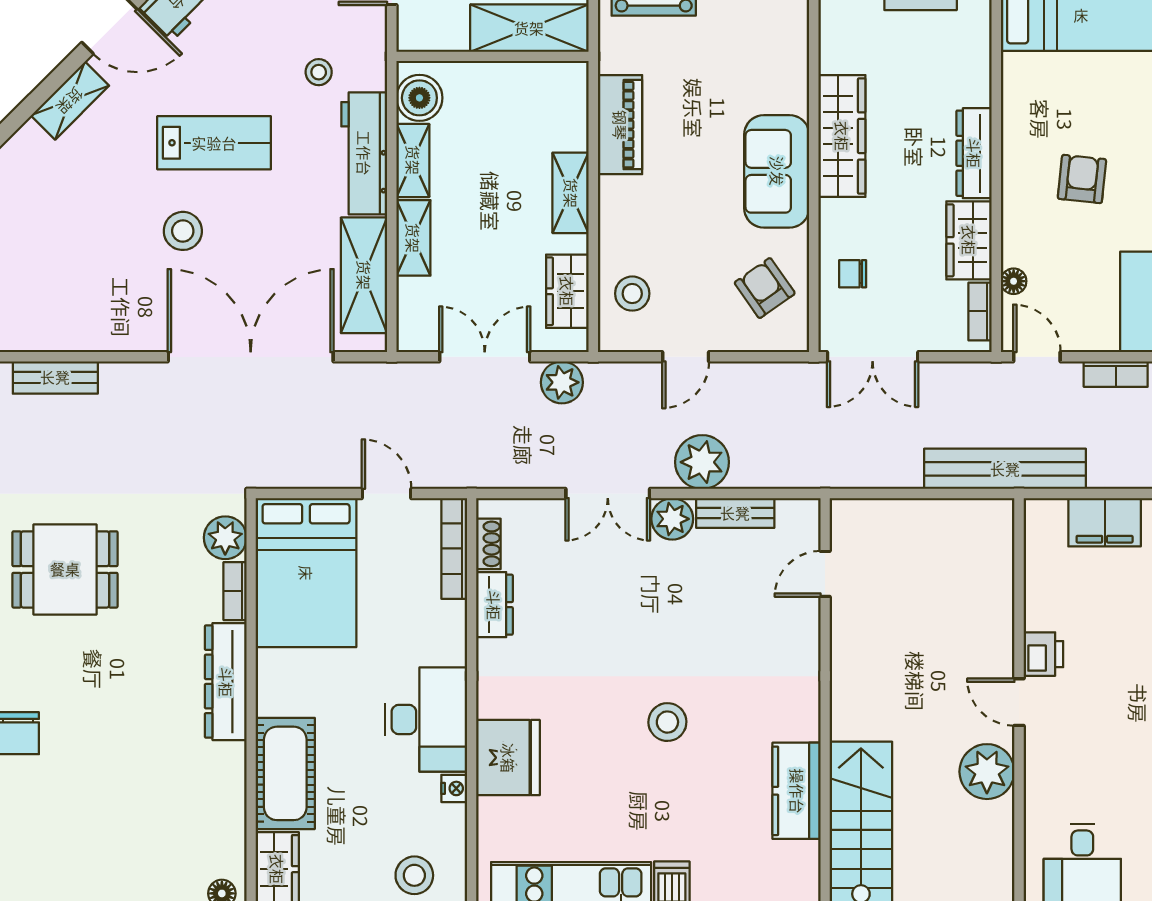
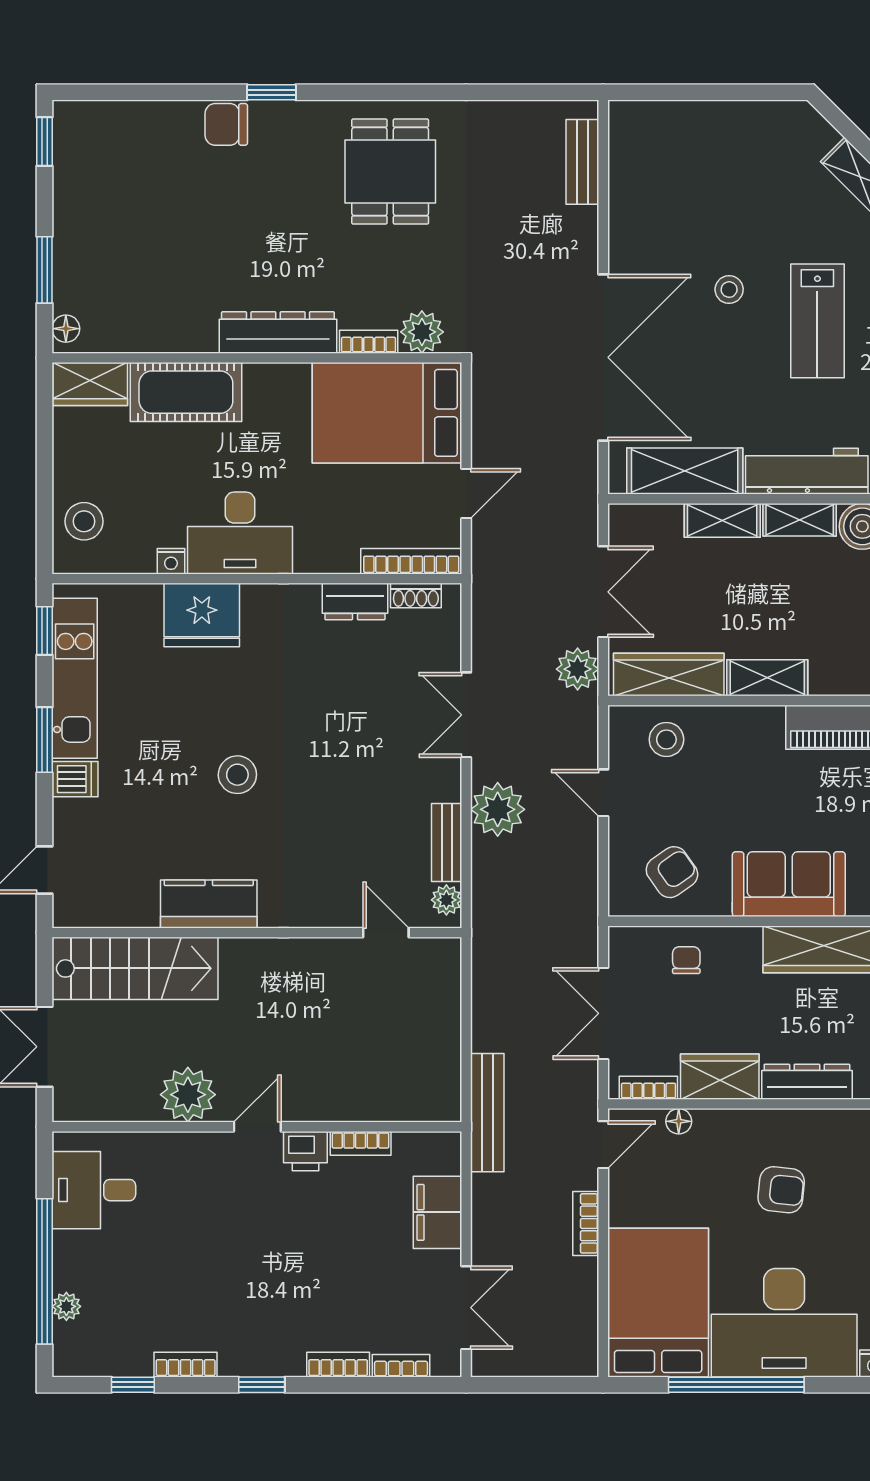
stool: (183, 231) -> (729, 290), width x0.73, depth x0.73
wardrobe: (567, 291) -> (669, 675), width x1.50
double door: (873, 357) -> (603, 1013), moved
bench: (1005, 469) -> (487, 1113), width x0.73, depth x0.82
plant: (672, 519) -> (446, 900), moved, width x0.73, depth x0.73
bookcase: (1036, 599) -> (361, 1143), added
kitchen counter: (797, 791) -> (209, 904), moved

